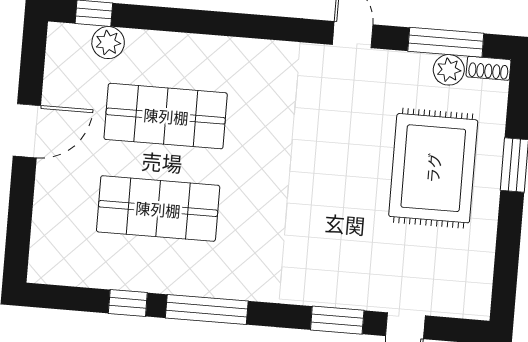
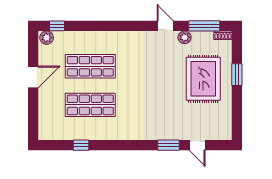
plant: (108, 43) -> (47, 38), moved
plant: (449, 70) -> (185, 37), moved
window: (207, 309) -> (114, 145), removed

